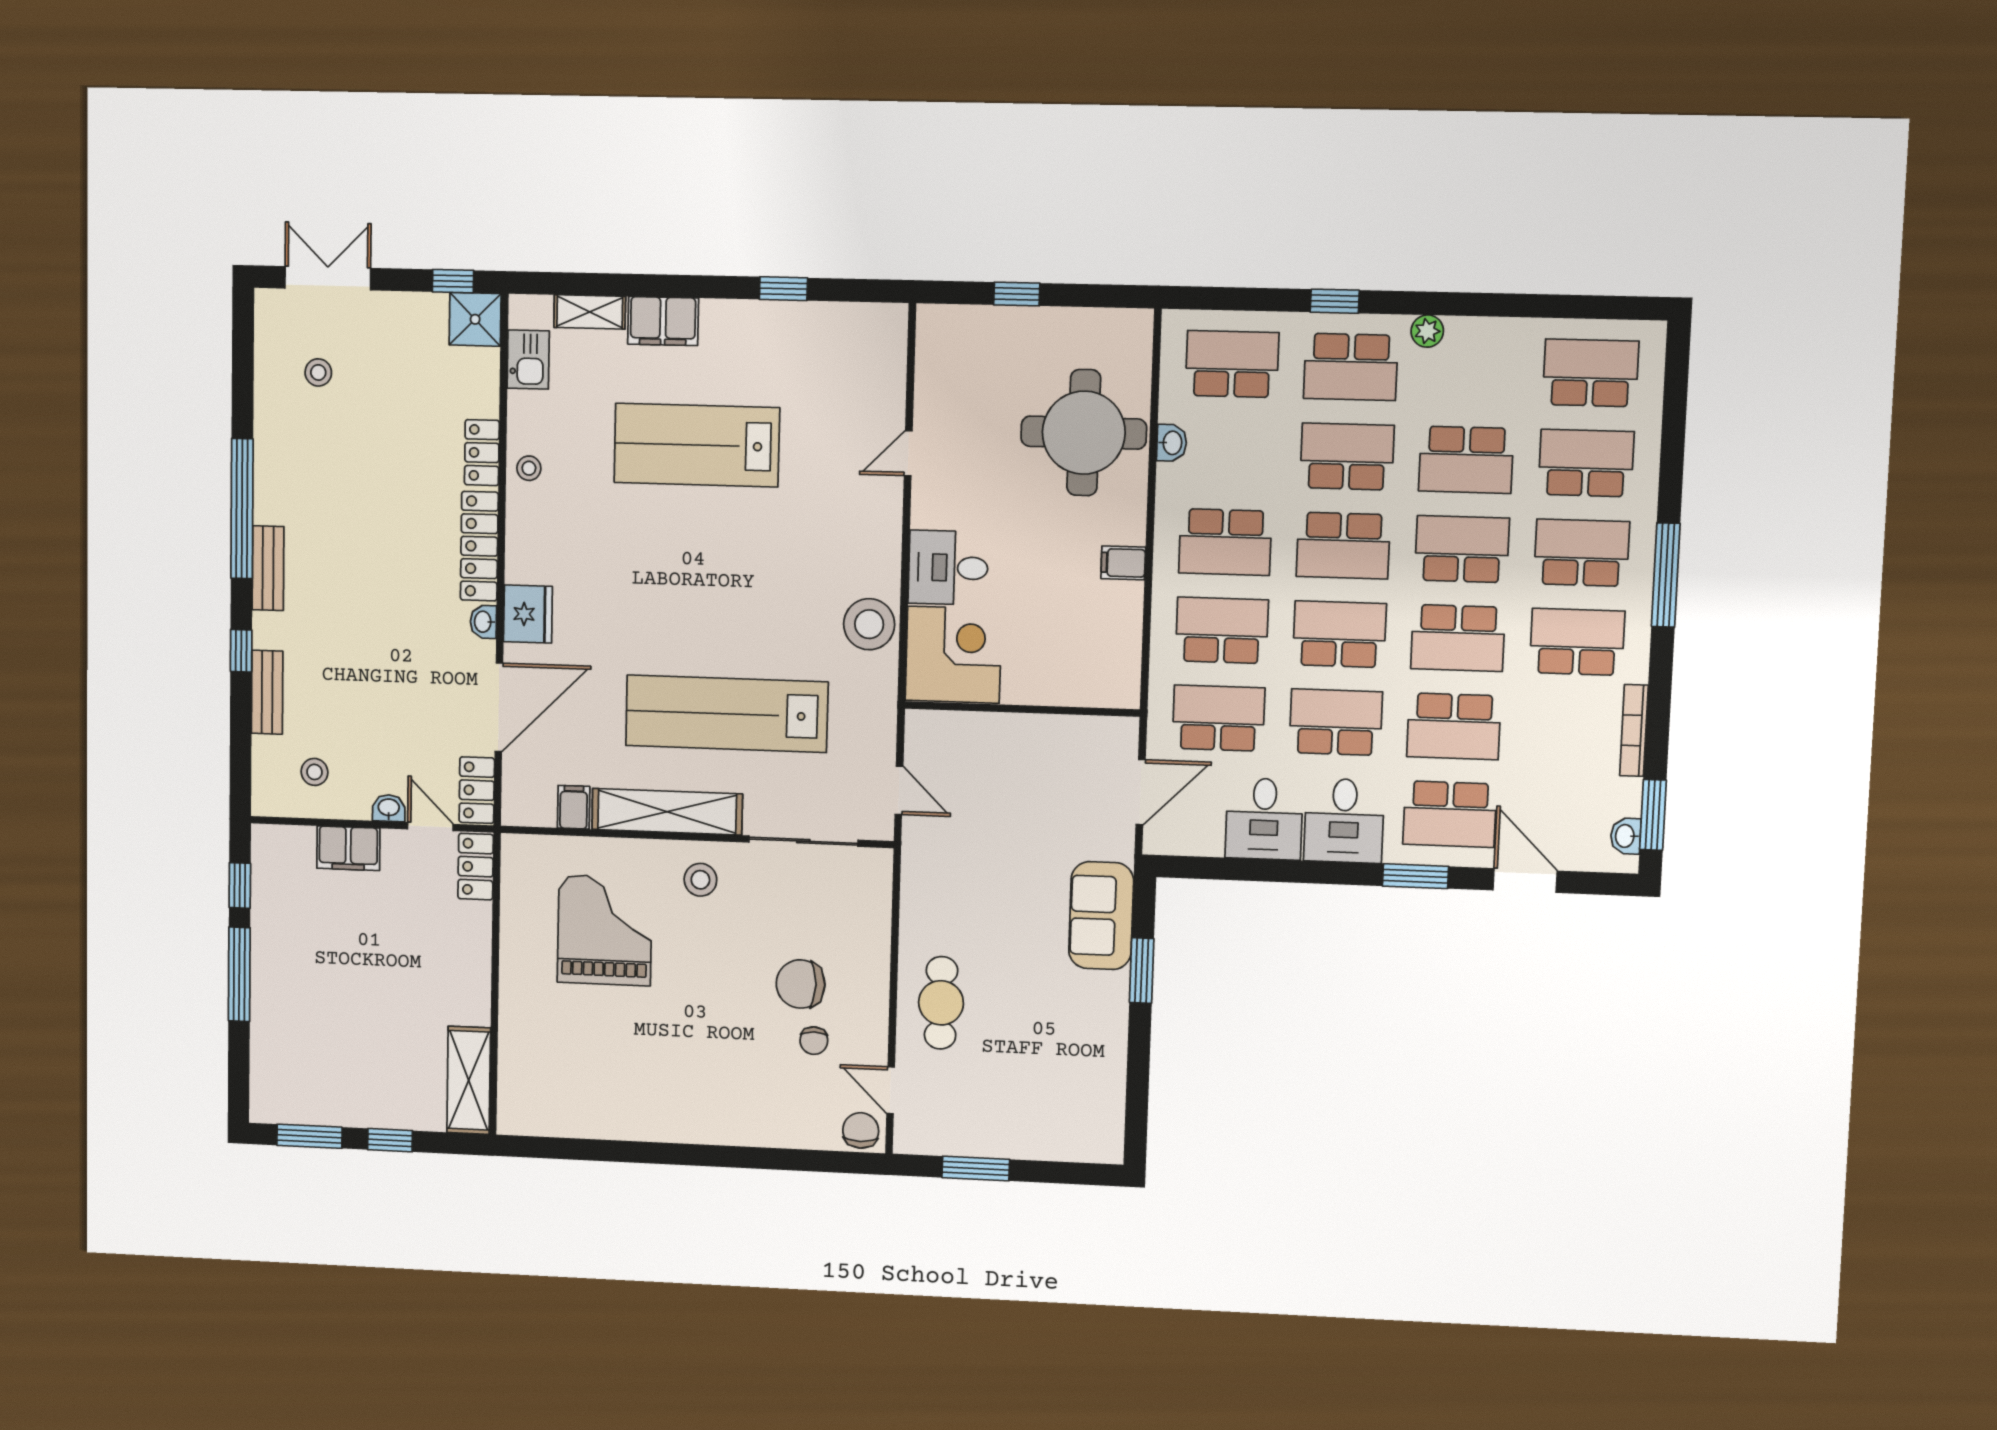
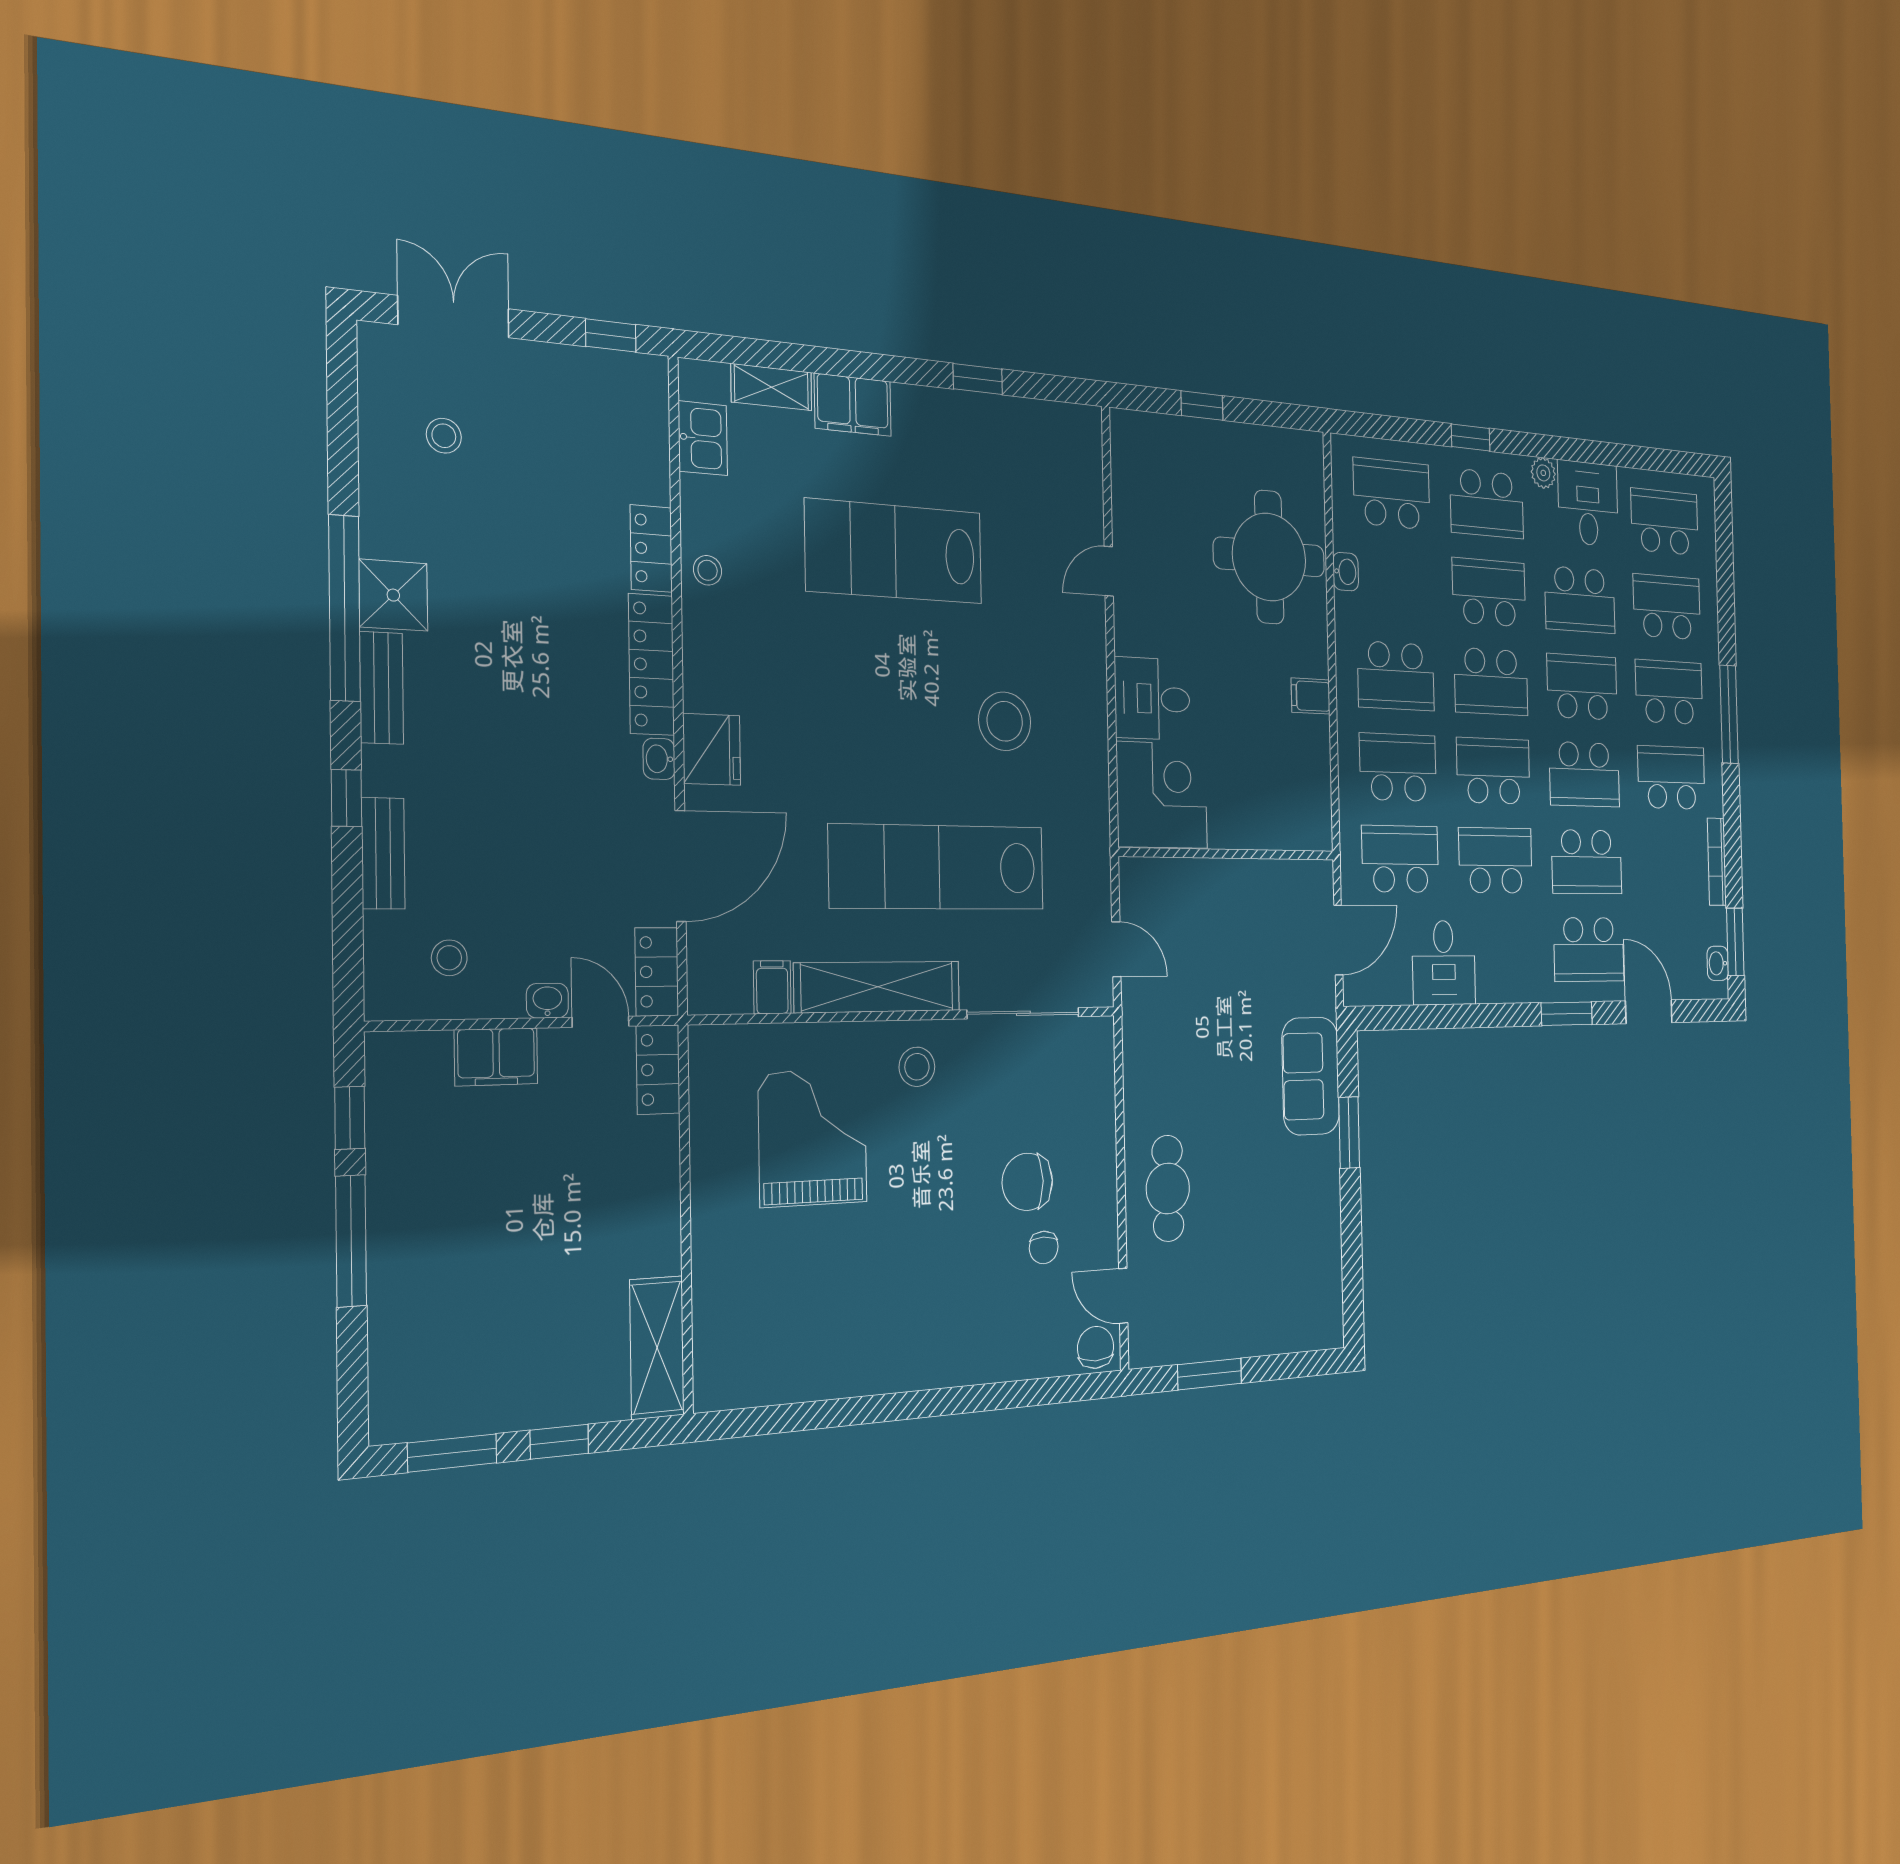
shower: (475, 319) -> (393, 595), moved
stool: (869, 624) -> (1005, 721), moved
desk: (1344, 821) -> (1588, 504), moved, turned 180

